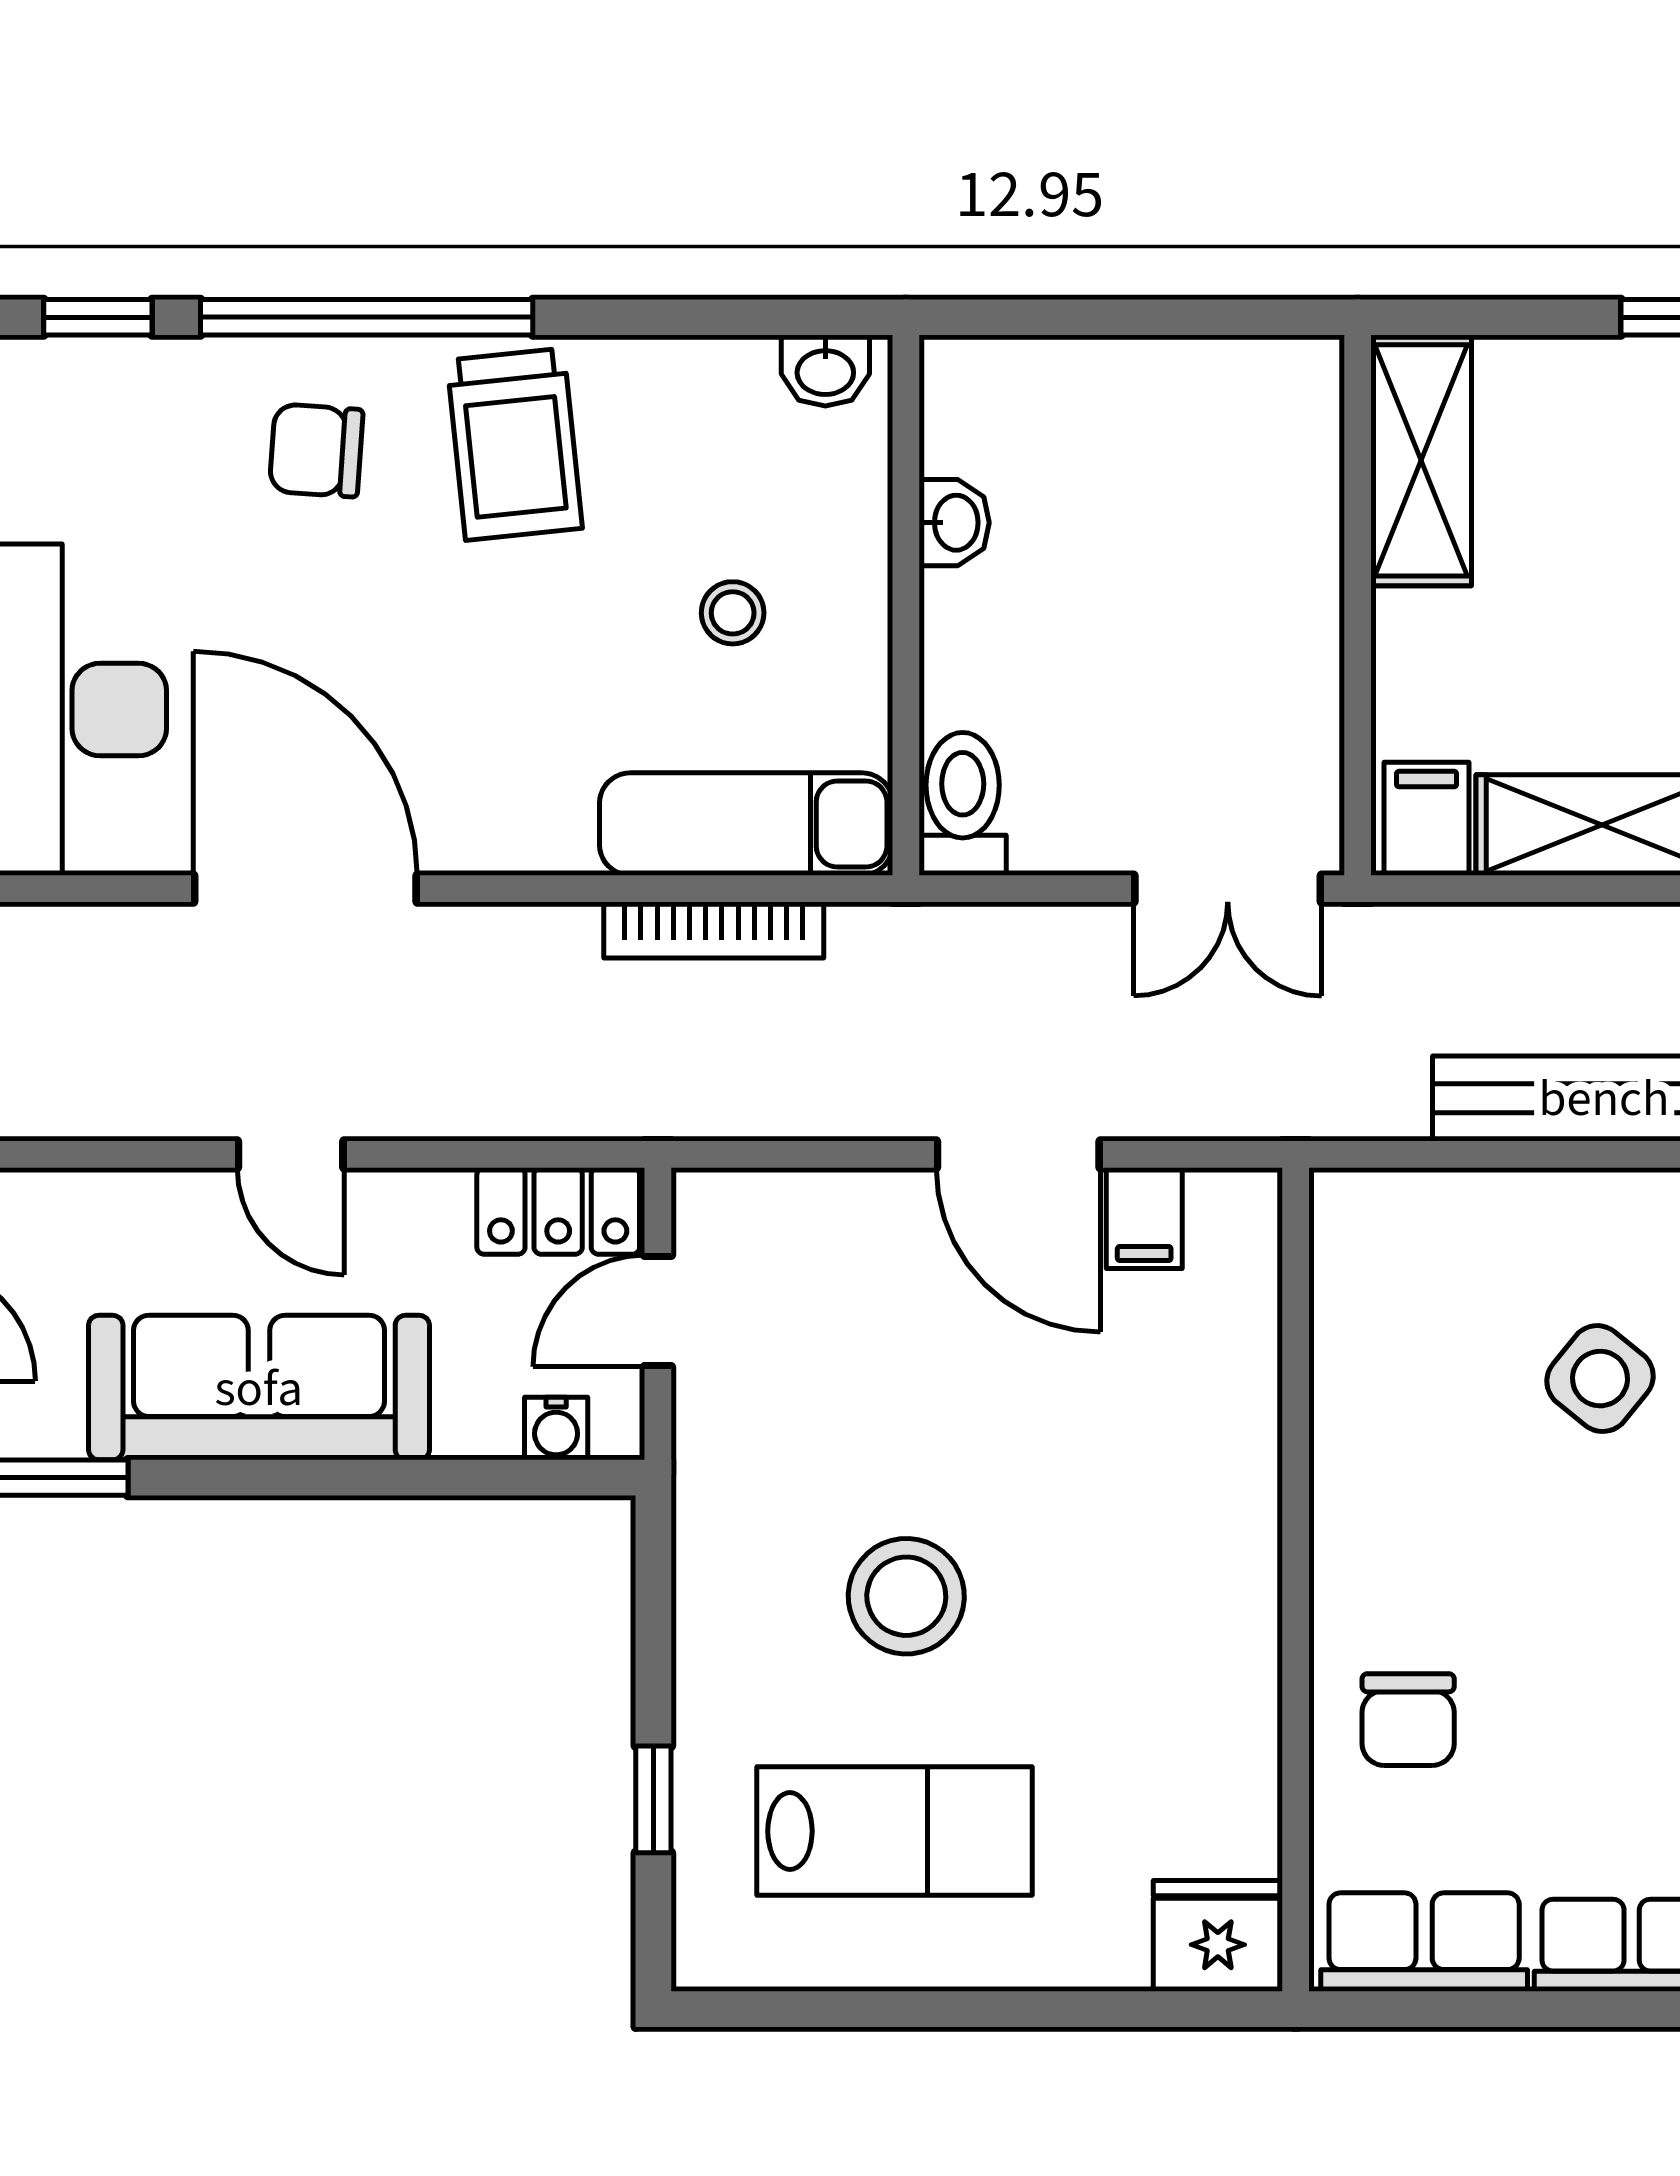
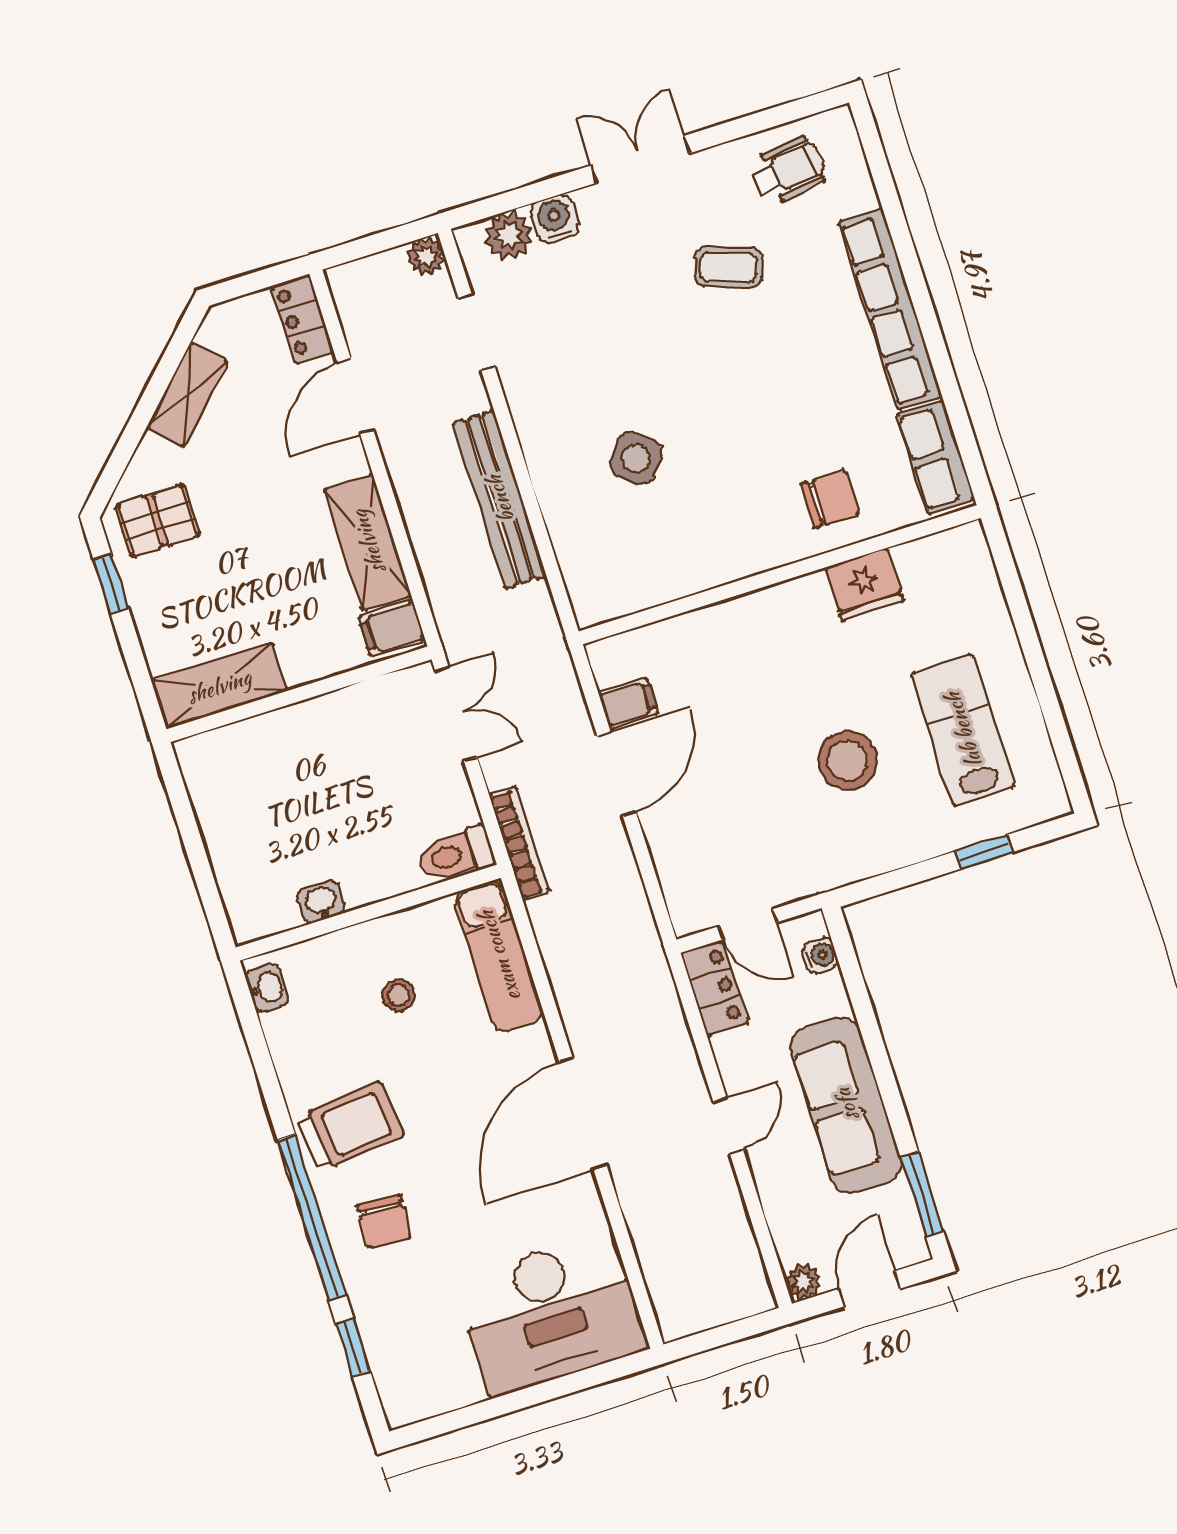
door: (305, 889) -> (583, 1114), moved
bookcase: (714, 930) -> (519, 843), moved
fridge: (1218, 1936) -> (865, 584), moved, turned -90

